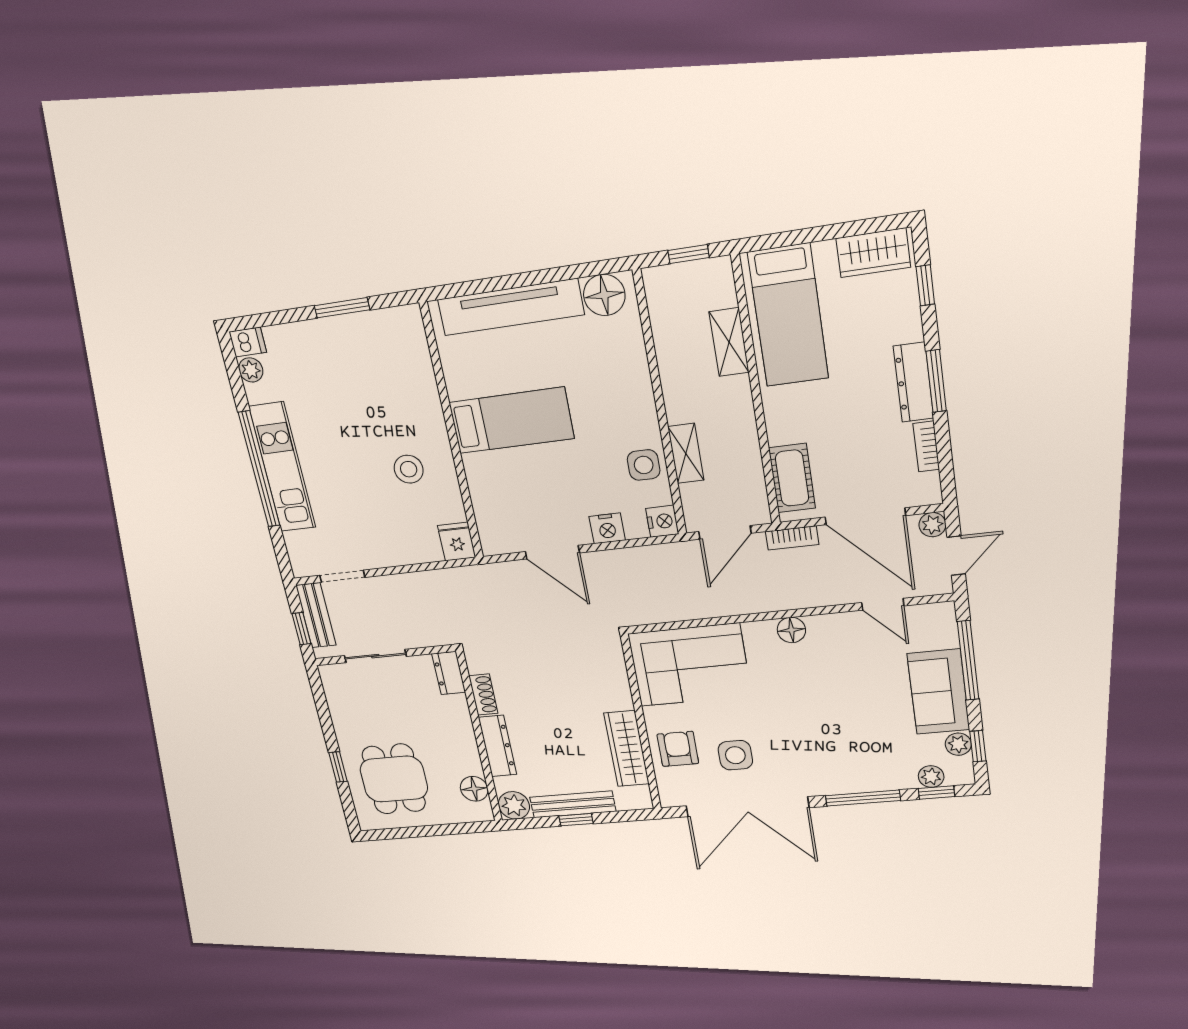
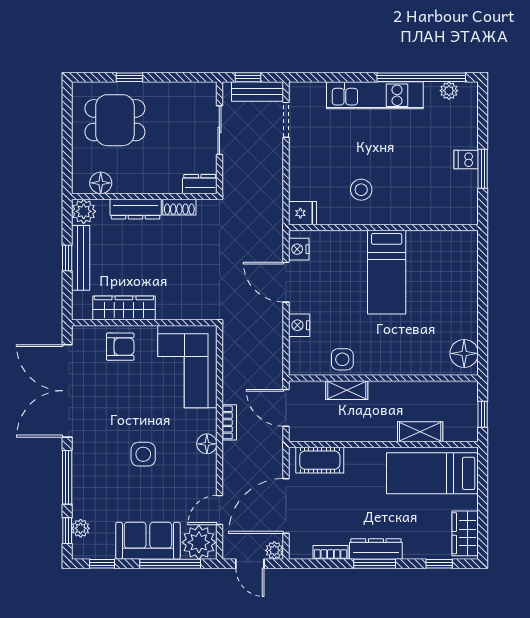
tv unit: (511, 307) -> (465, 288), removed
dishwasher: (248, 342) -> (466, 159), moved, turned 90
window: (259, 469) -> (421, 77), moved
nightstand: (662, 521) -> (299, 249), moved, turned 90
bookcase: (792, 538) -> (229, 422), moved, turned 180
door: (552, 552) -> (286, 282), hinge flipped
plant: (958, 744) -> (199, 542), moved, width x1.87, depth x1.87
side table: (735, 755) -> (143, 454), moved

